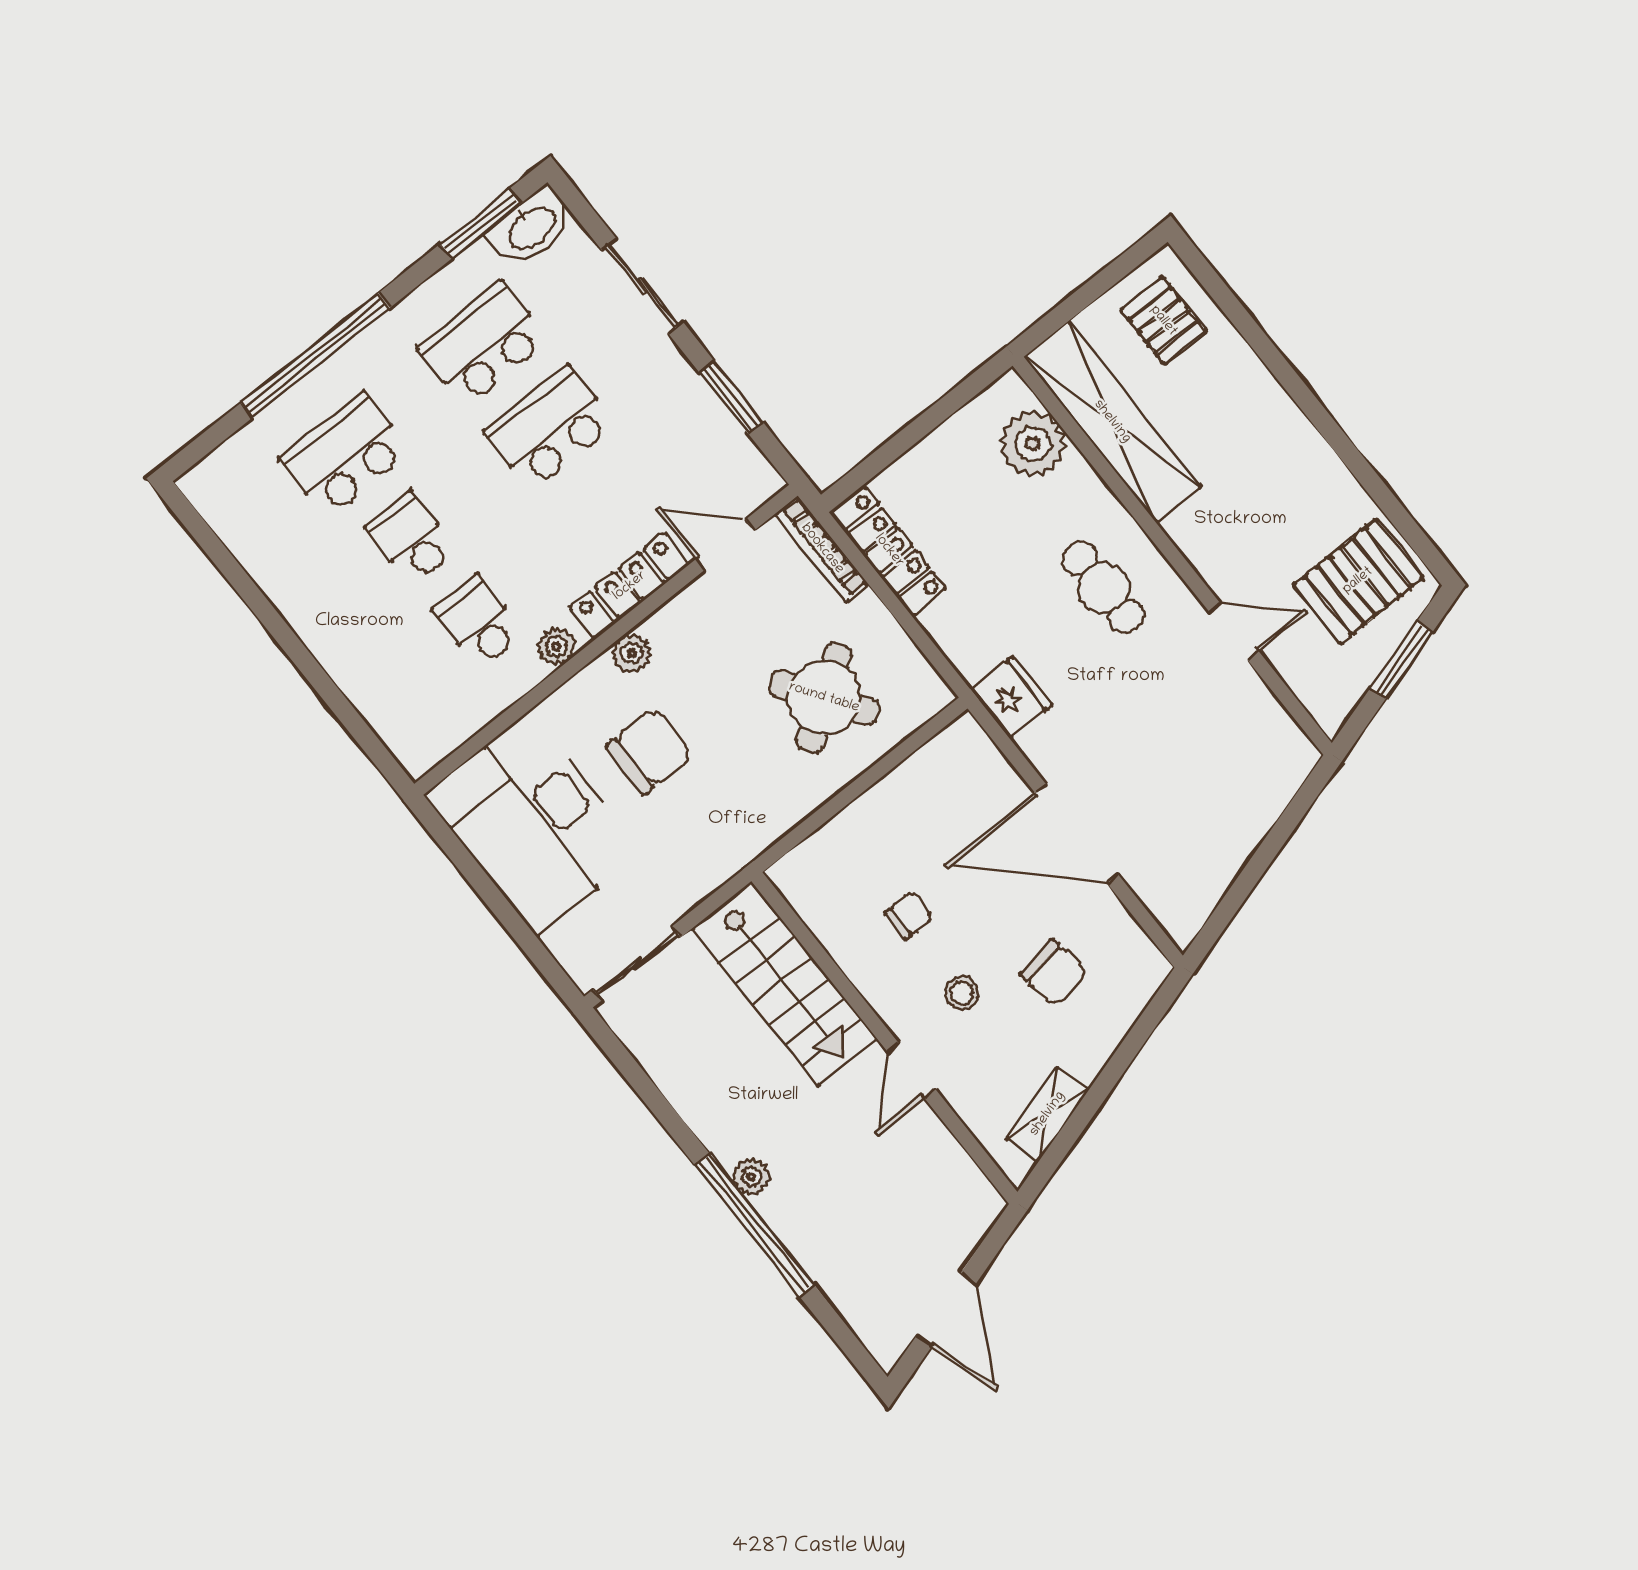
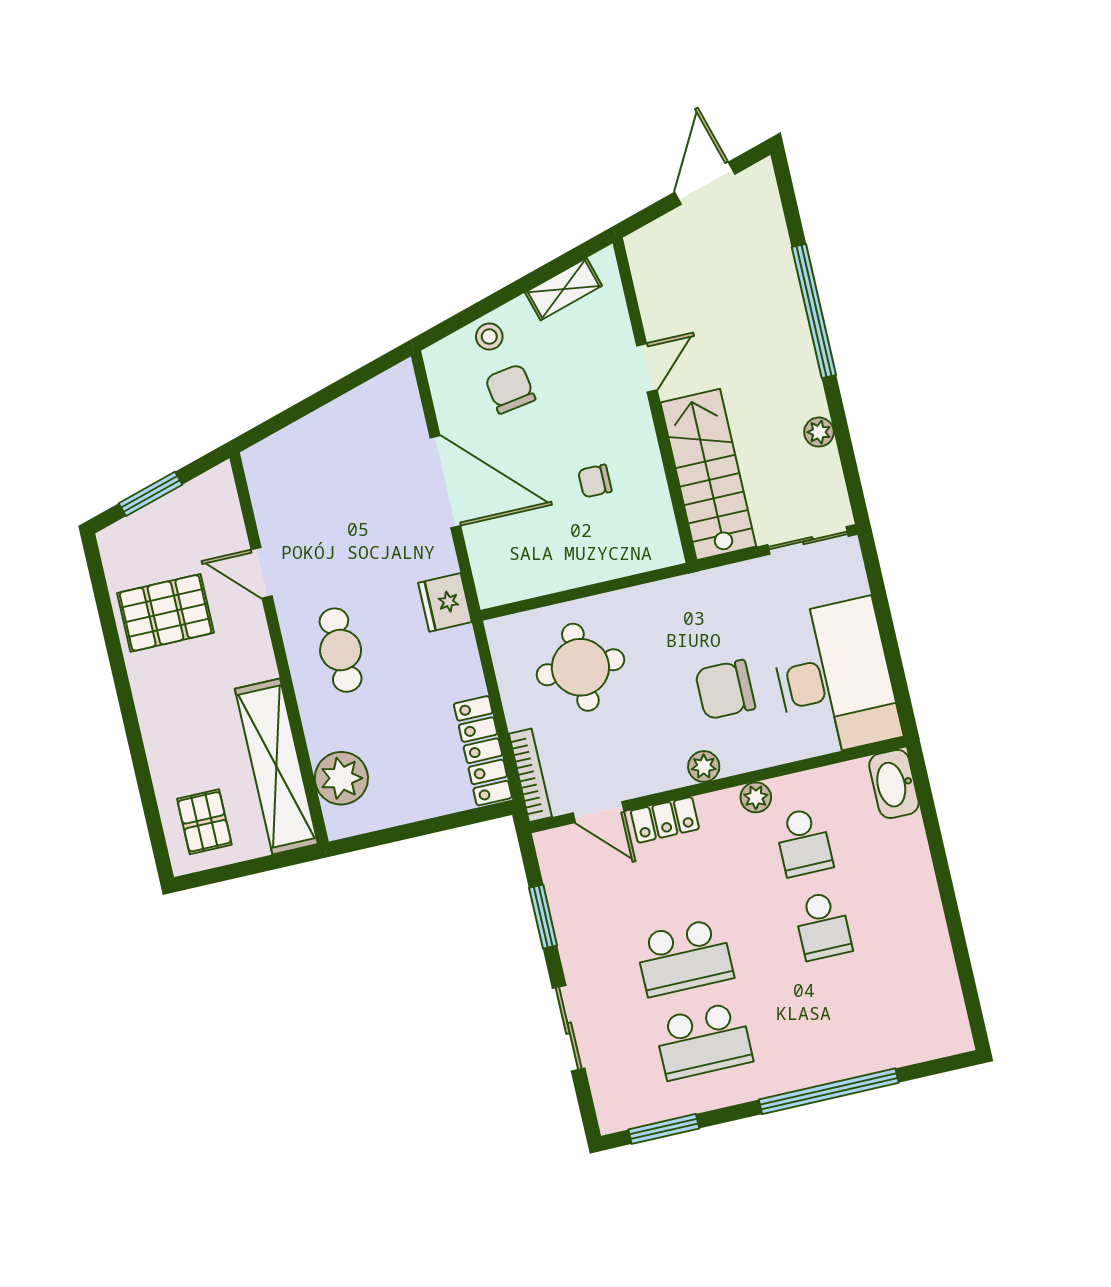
washbasin: (531, 227) -> (894, 784), moved, turned -90
school desk: (345, 455) -> (842, 1009), removed
pallet: (1358, 581) -> (166, 613), moved
locker: (630, 586) -> (665, 820), width x0.66
round table: (824, 698) -> (580, 667), turned 34
stool: (962, 993) -> (489, 337), moved
plant: (751, 1177) -> (819, 432), moved

